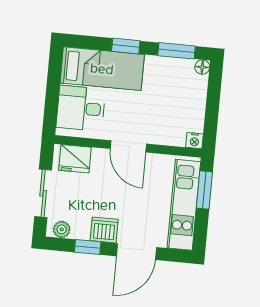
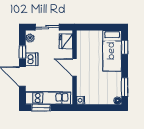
window: (126, 46) -> (125, 47), moved
desk: (81, 108) -> (91, 42), removed
door: (128, 146) -> (75, 67), hinge flipped
window: (204, 190) -> (41, 108), moved

